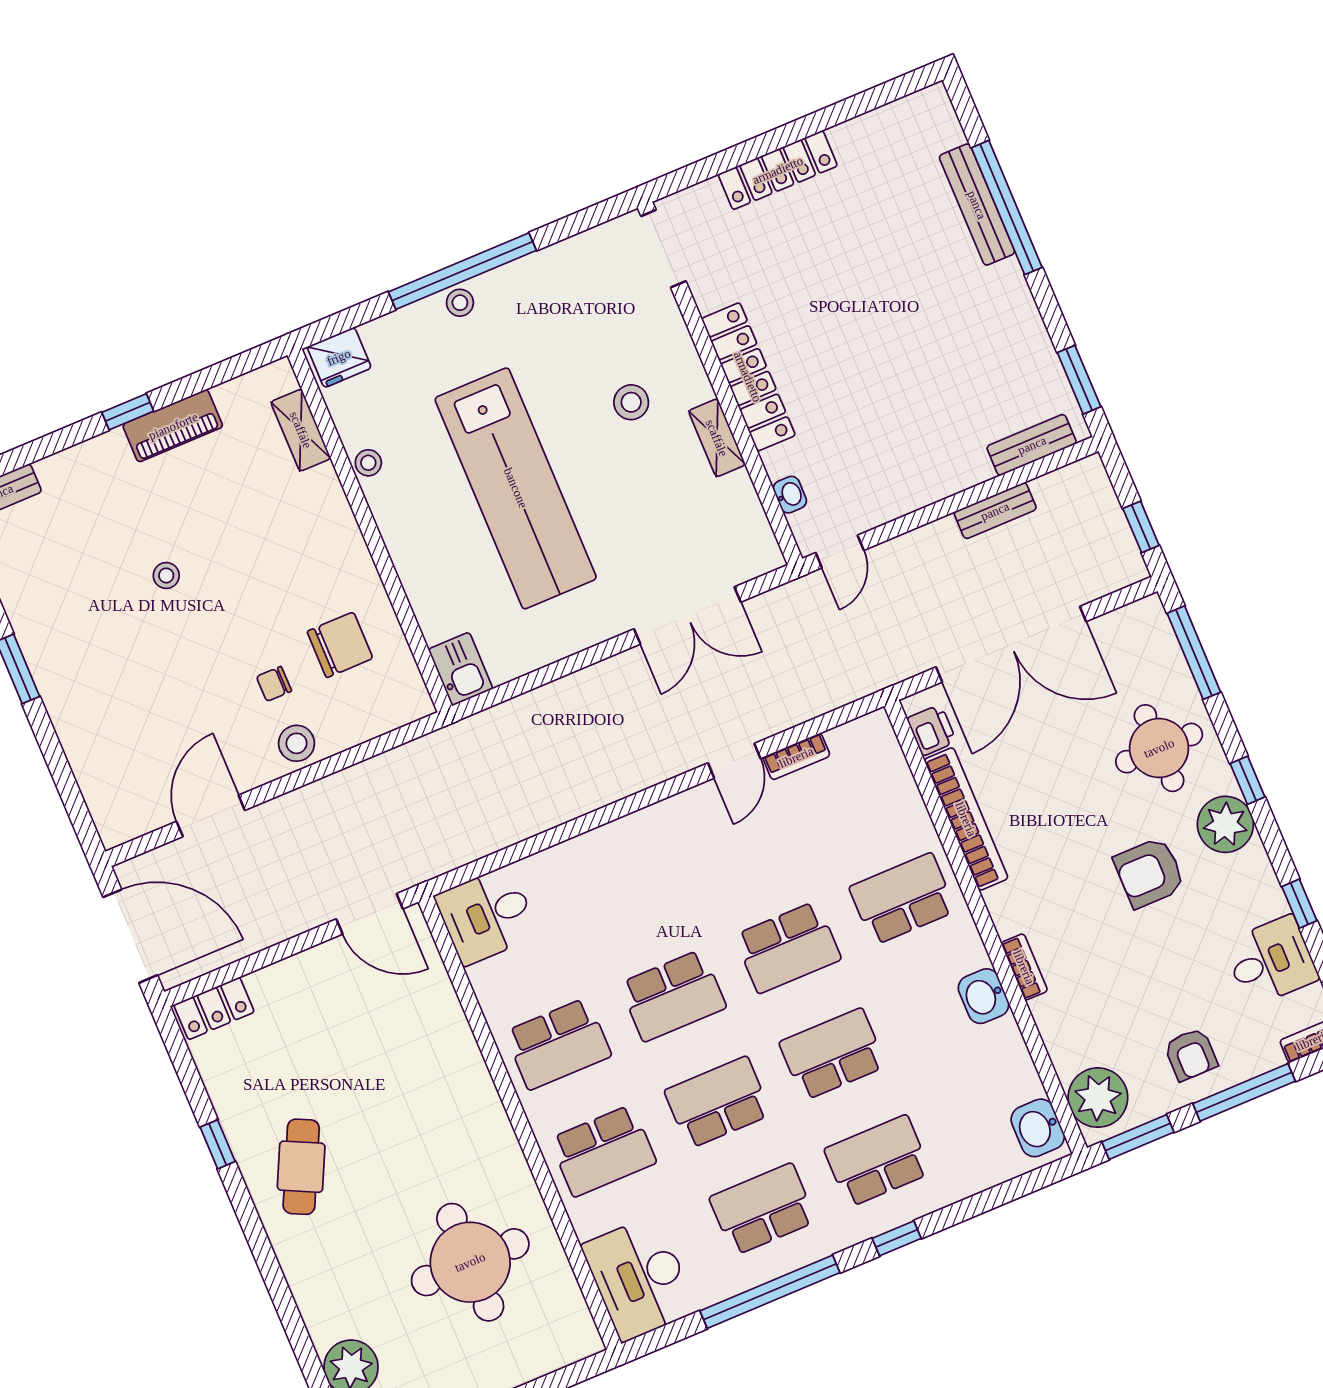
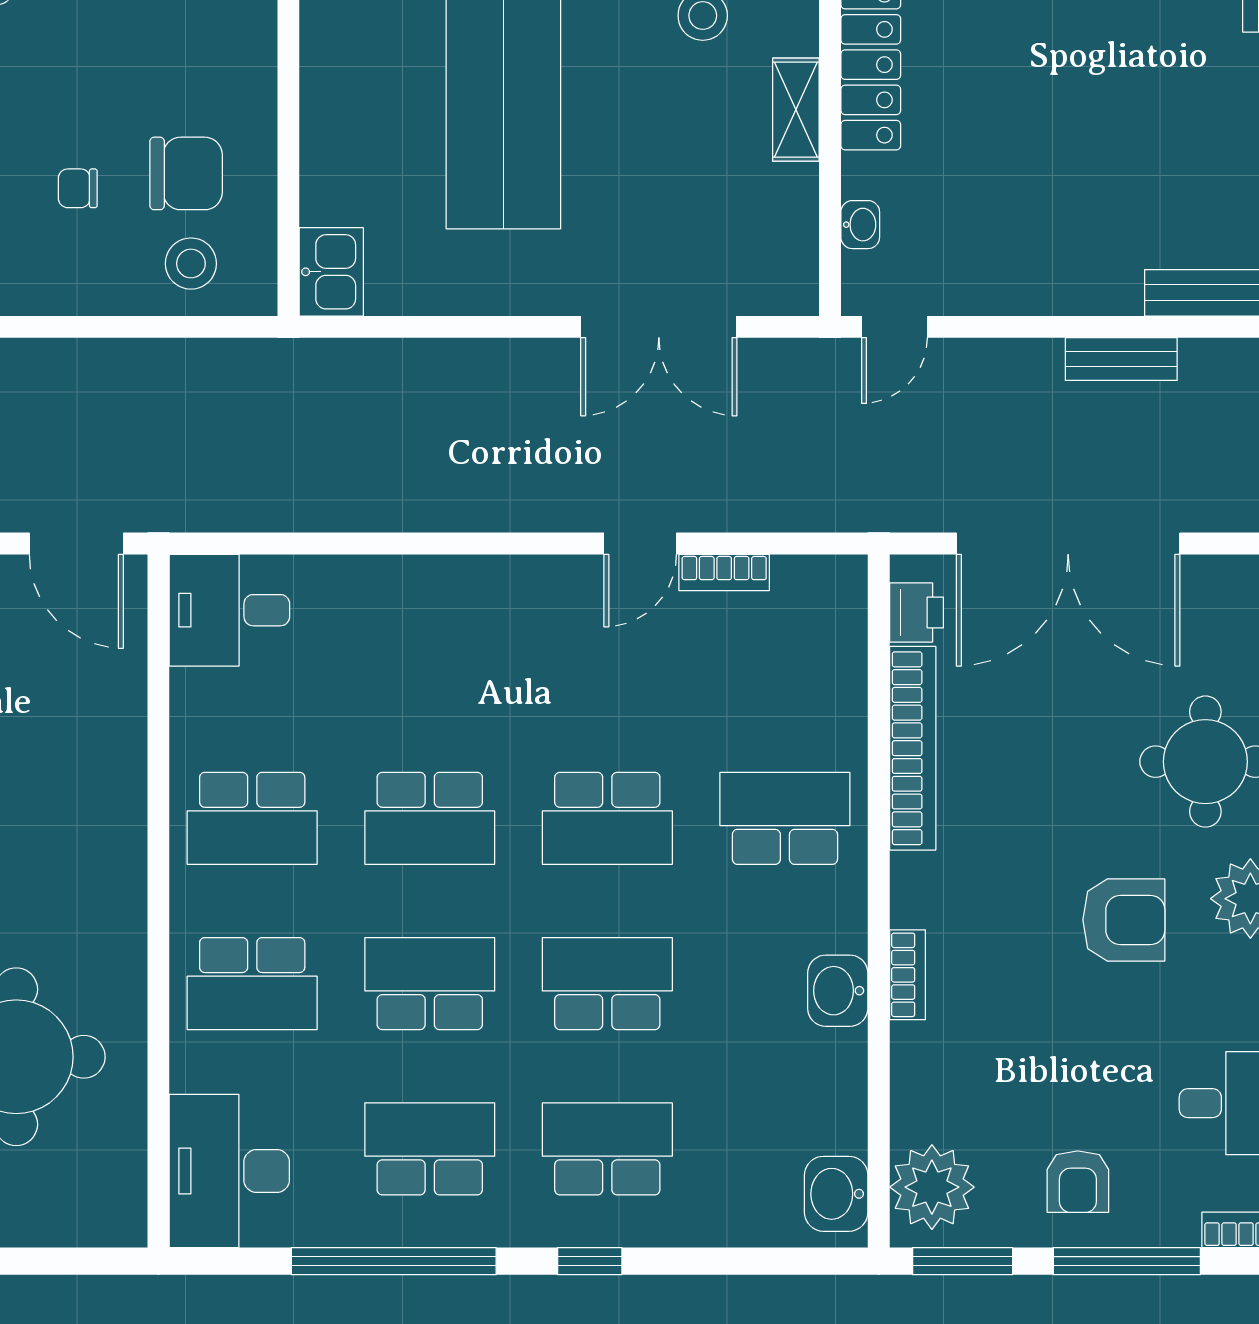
stool: (296, 743) -> (191, 264), moved
armchair: (1149, 873) -> (1124, 920), turned 180

